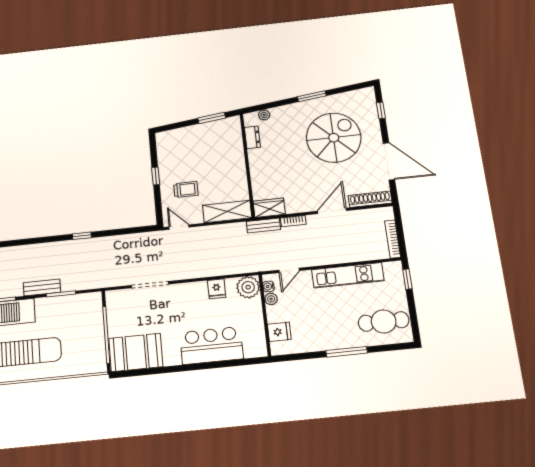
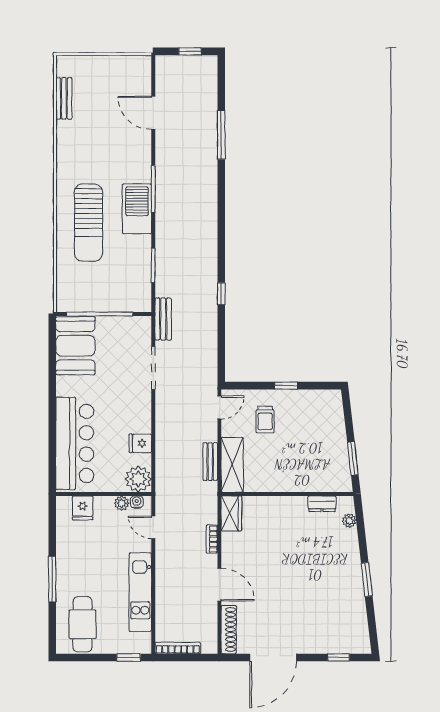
spiral stairs: (334, 138) -> (310, 598), removed
bench: (263, 226) -> (210, 462), moved
bench: (42, 288) -> (163, 319), moved
bar counter: (211, 345) -> (75, 443), width x1.36

